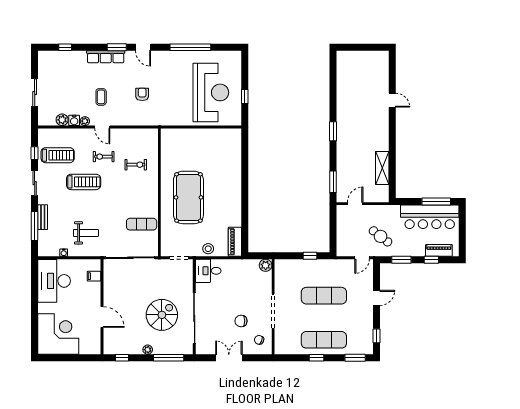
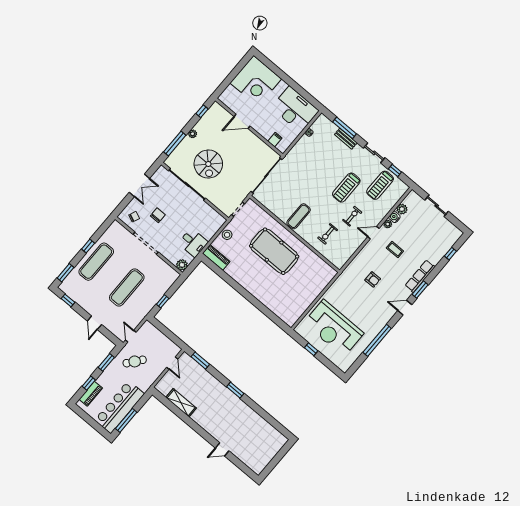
exercise mat: (142, 224) -> (299, 216), moved
weight bench: (86, 233) -> (310, 159), removed
desk: (208, 271) -> (193, 243), moved, turned 90

